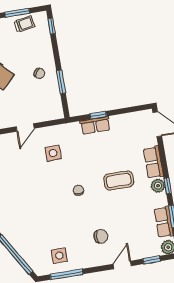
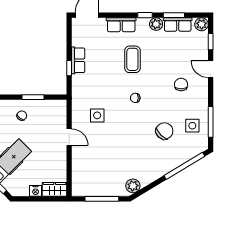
row of seats: (95, 125) -> (78, 60), moved
plant: (158, 186) -> (156, 24), moved
chair: (49, 227) -> (164, 131), added

